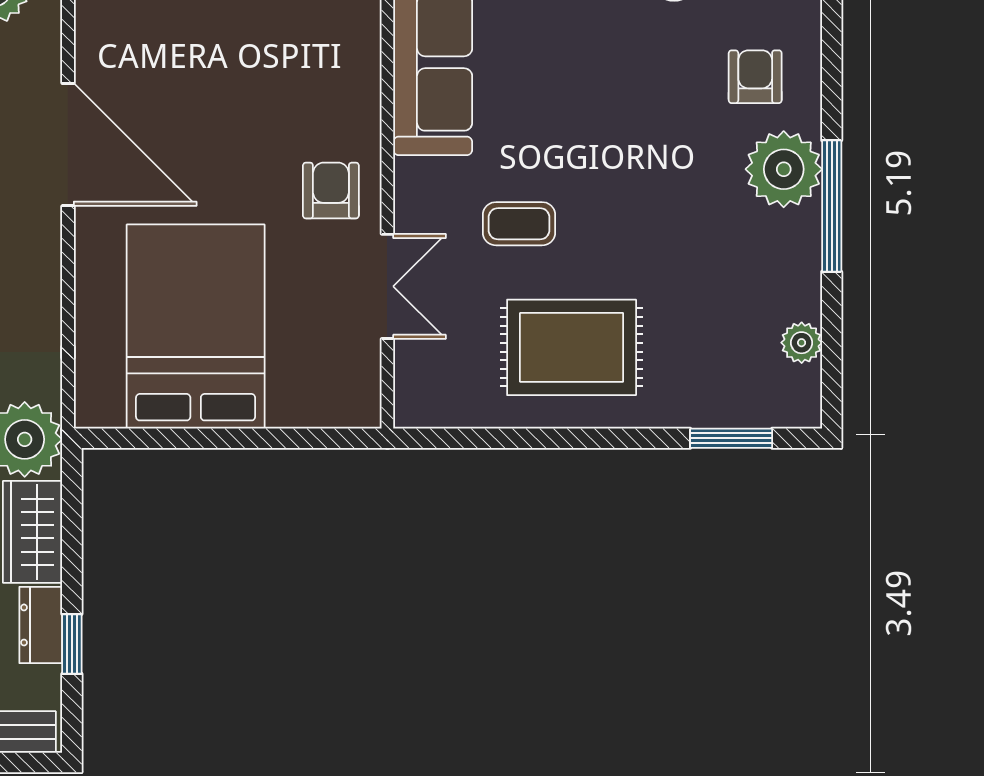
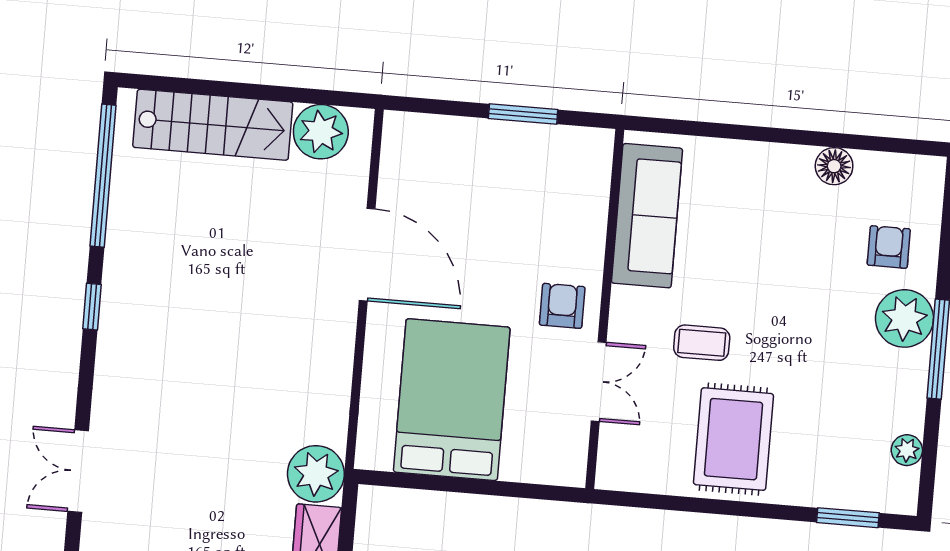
rug: (572, 347) -> (733, 439), turned 90

